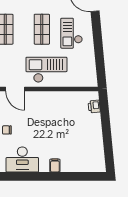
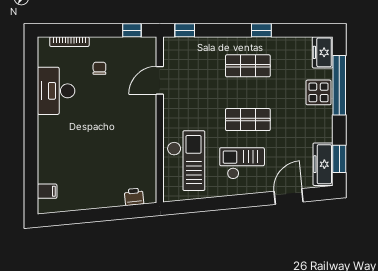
checkout: (46, 70) -> (186, 161), moved
filing cabinet: (55, 166) -> (47, 191), moved

